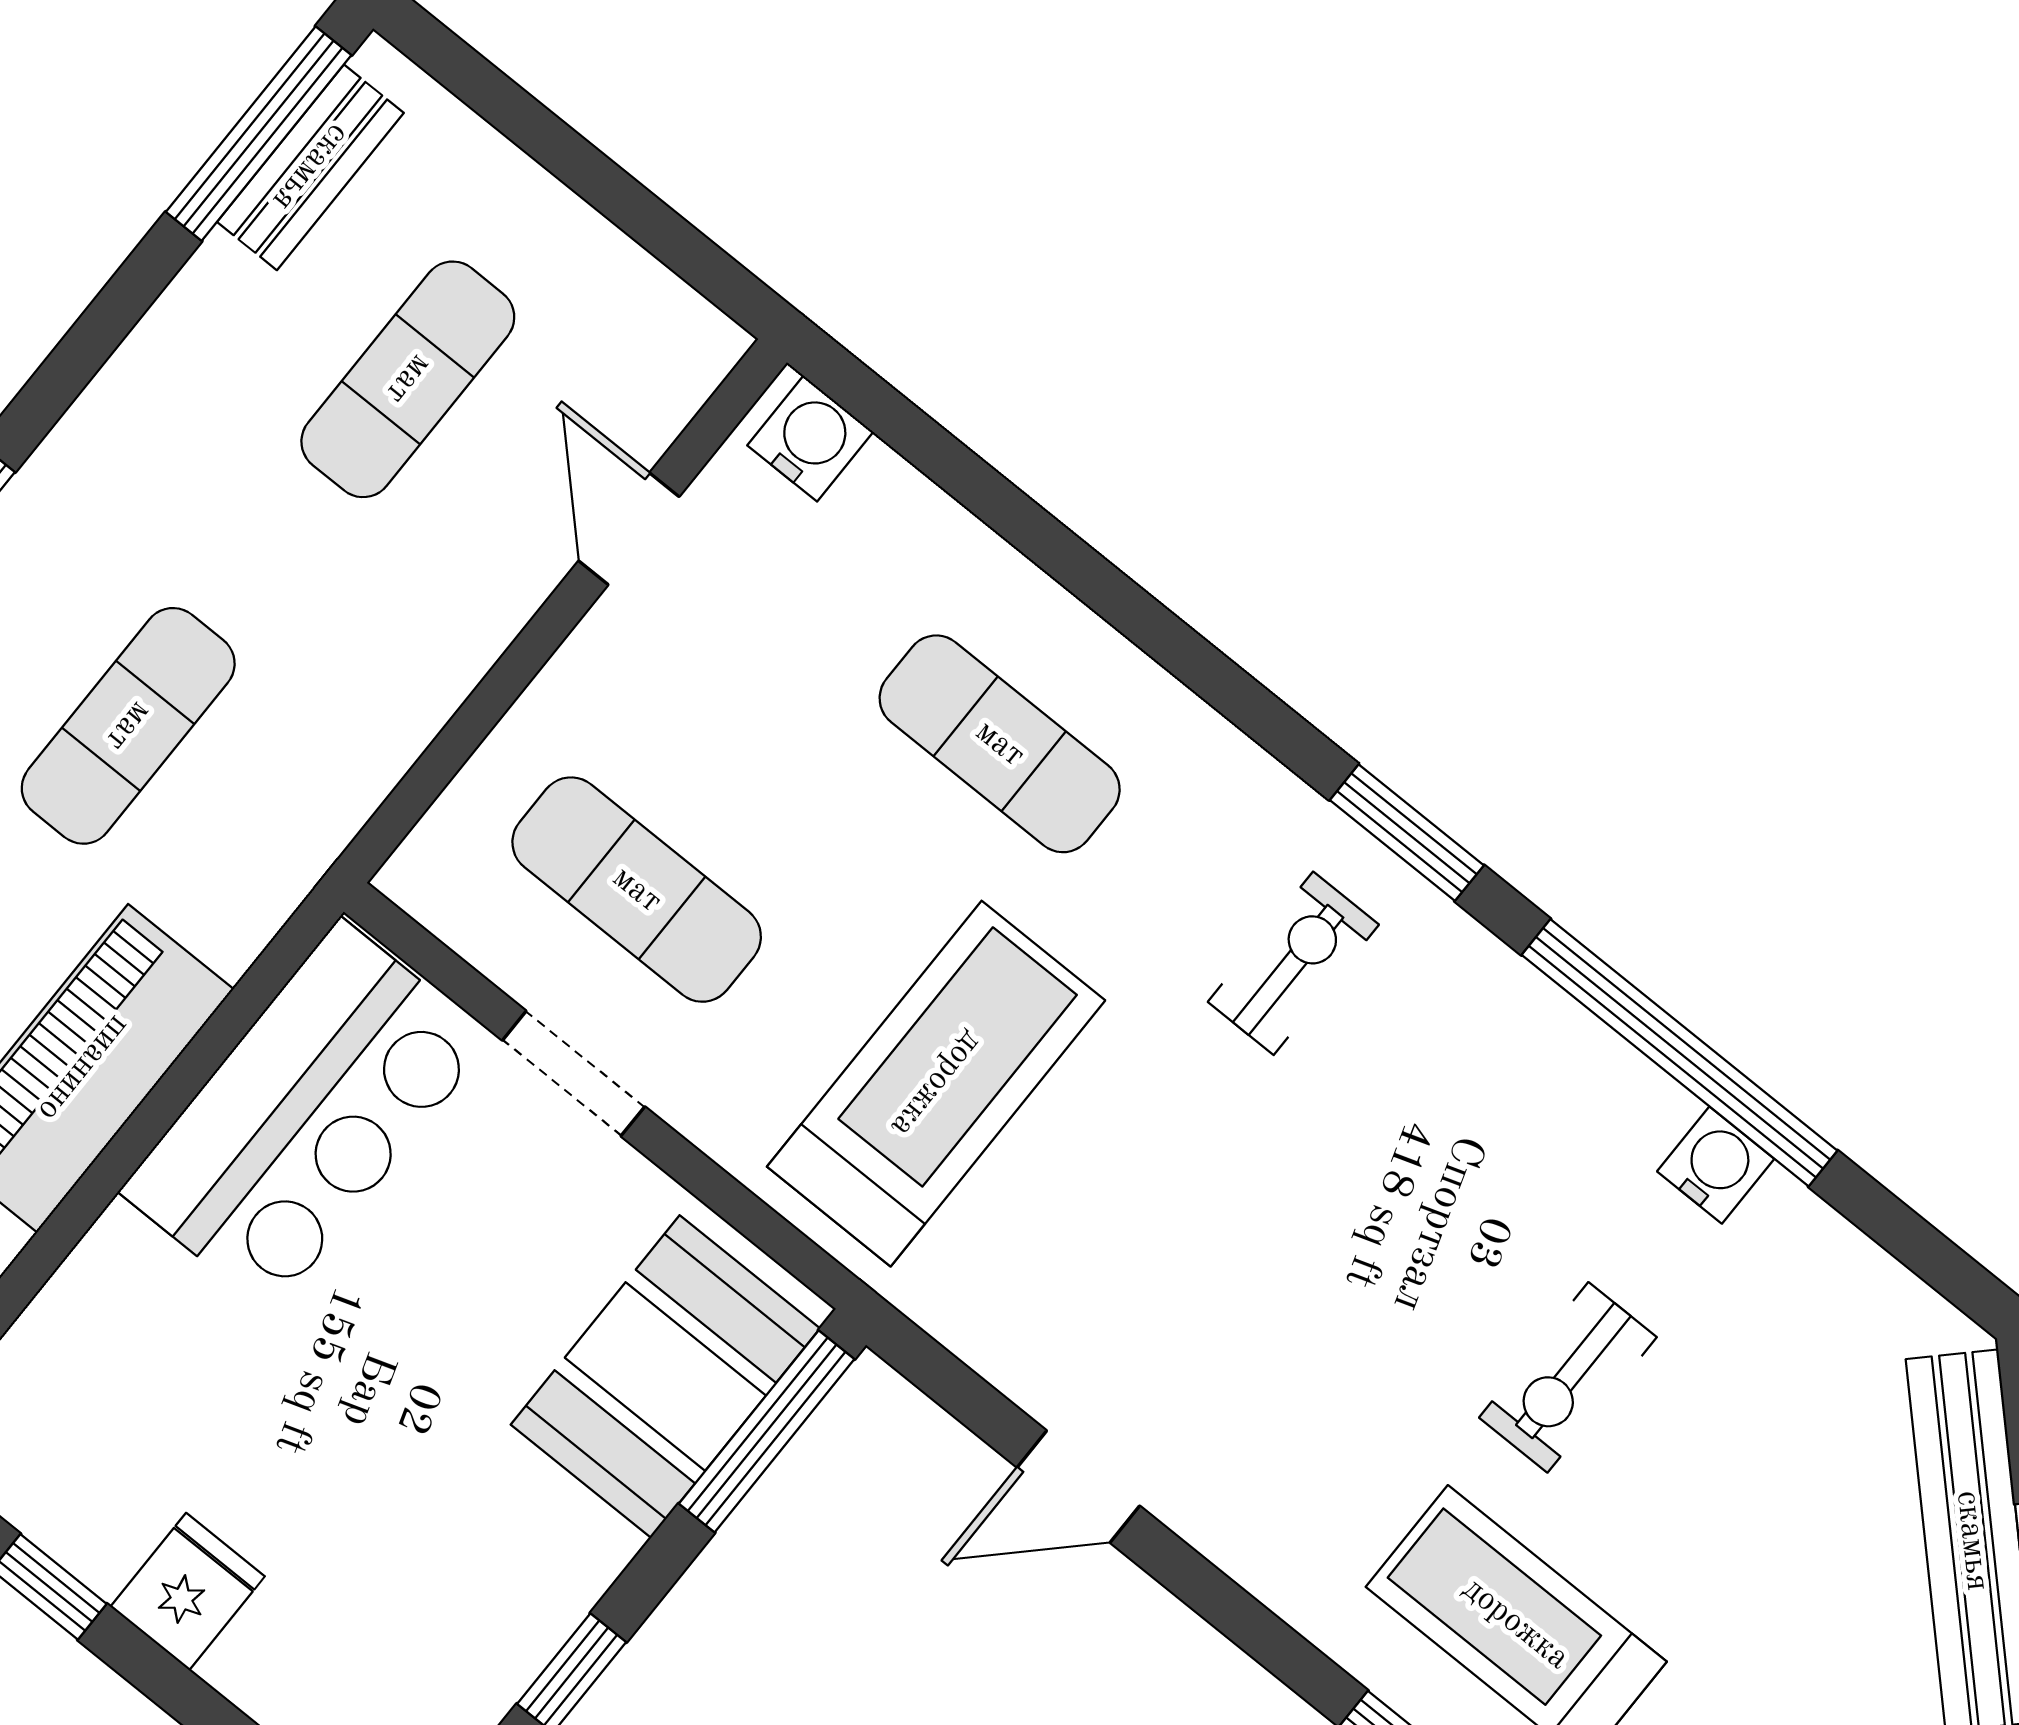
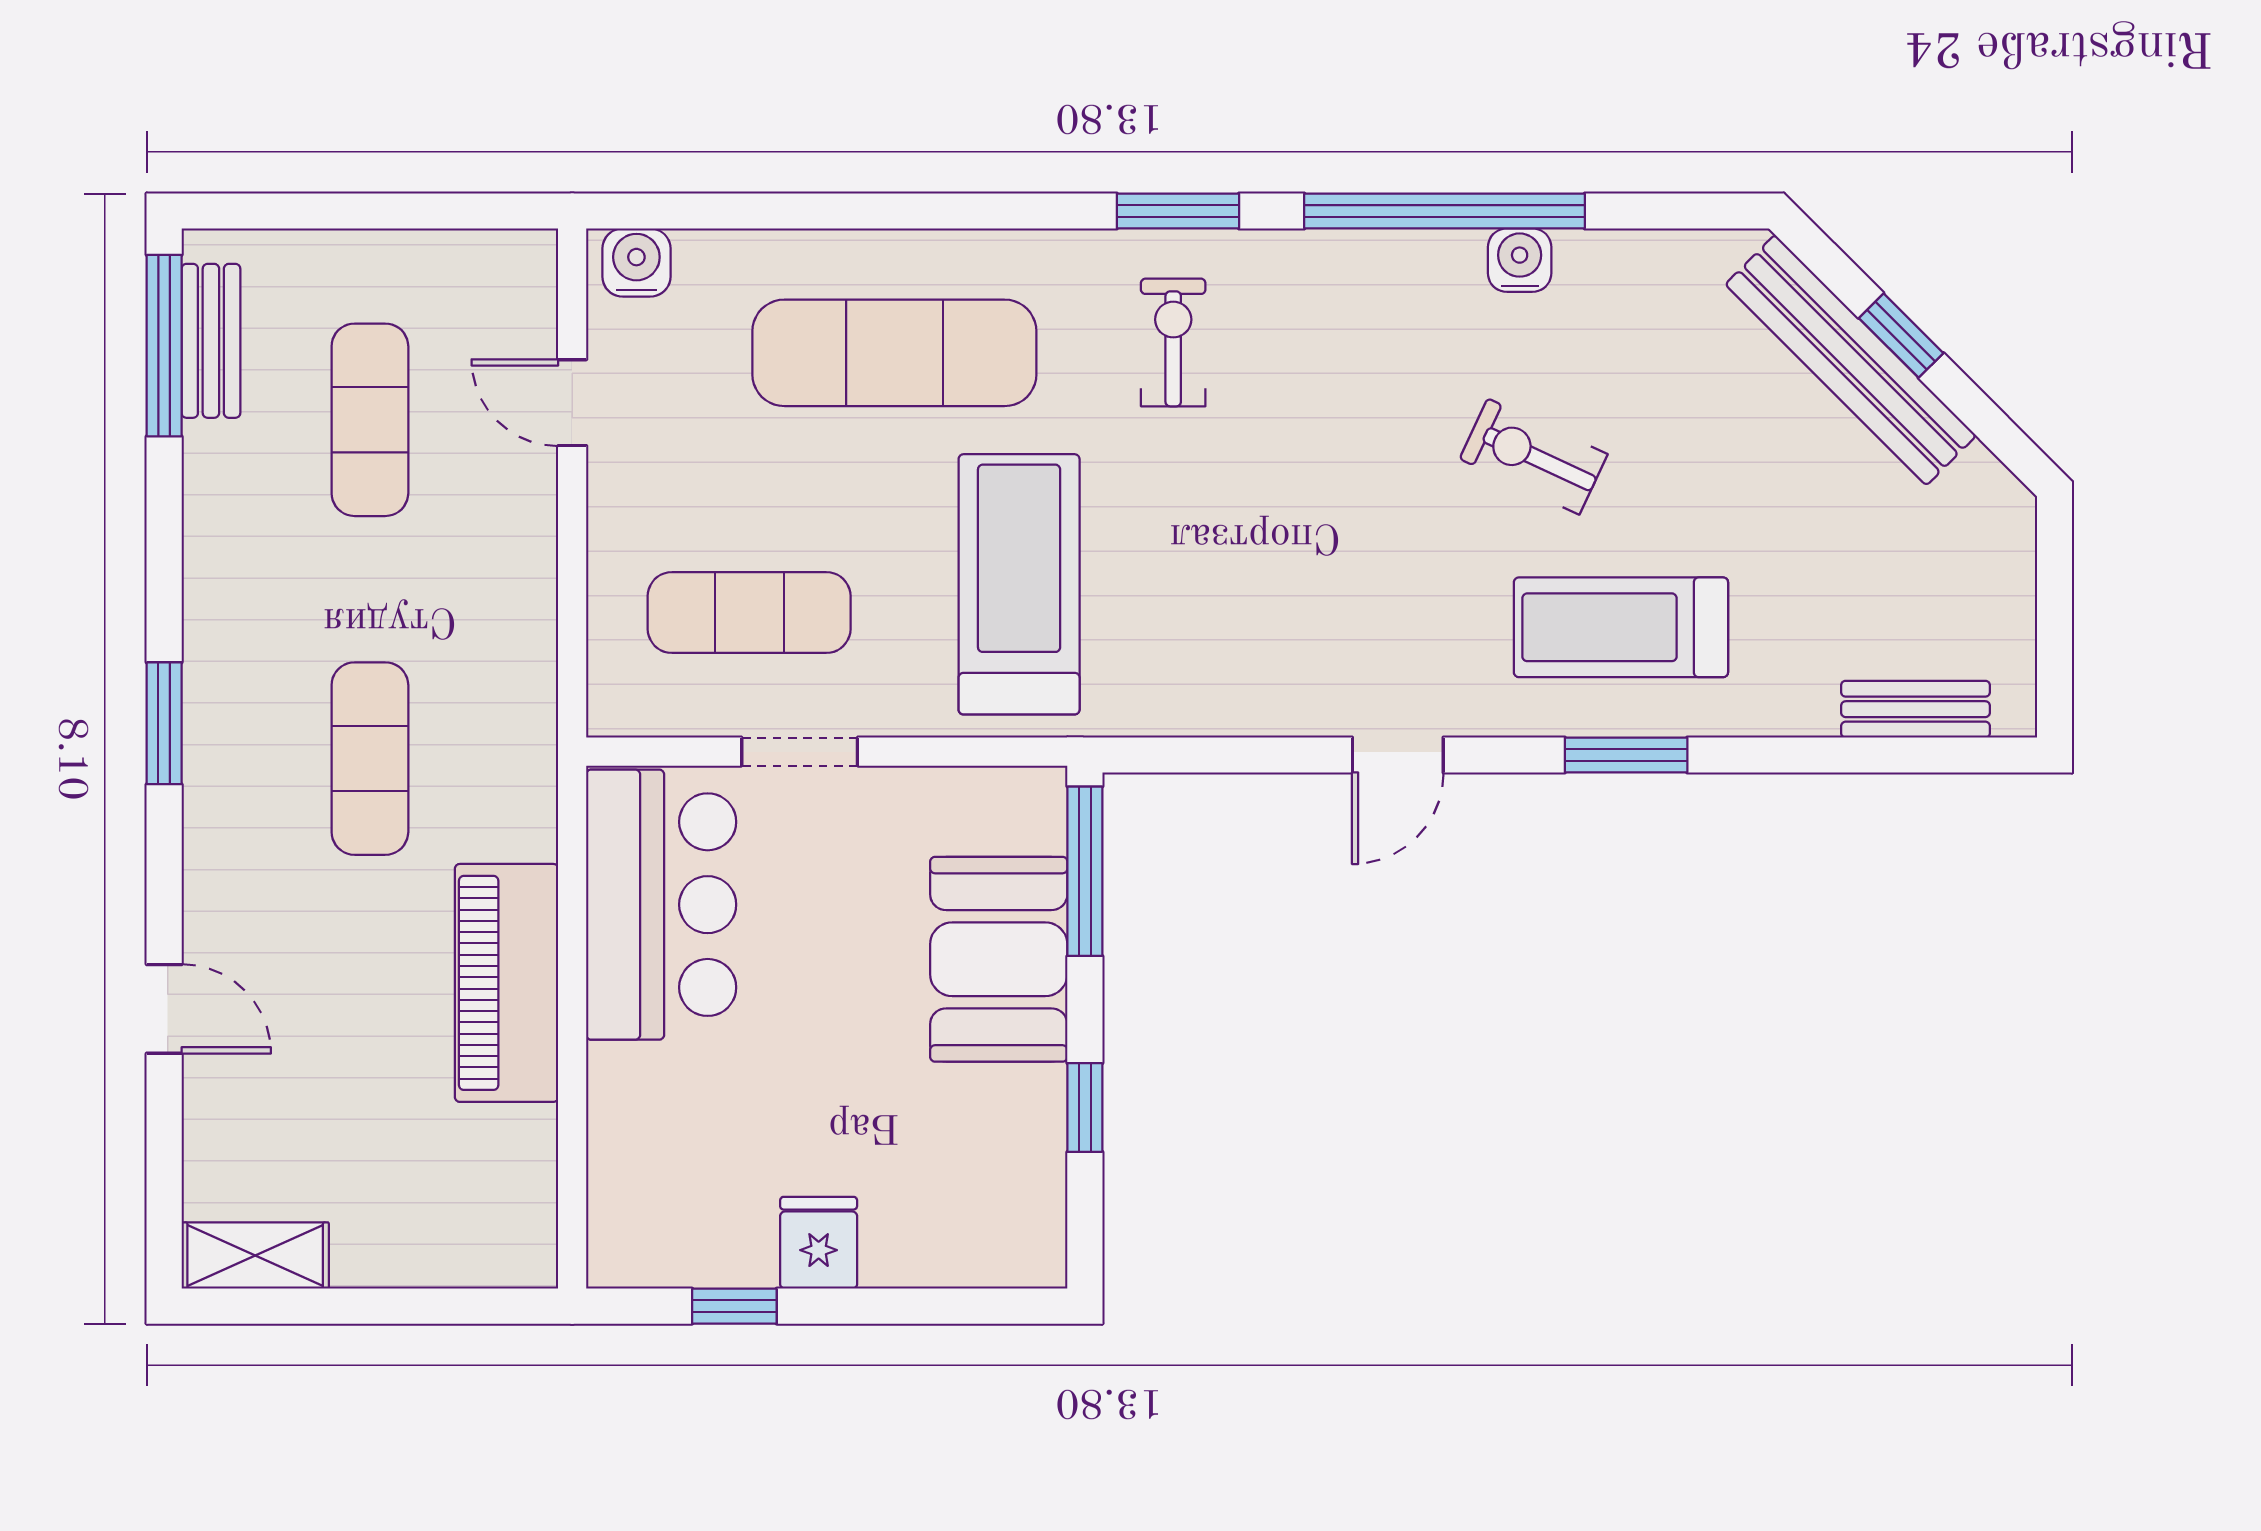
exercise mat: (1000, 744) -> (894, 353), width x1.36, depth x1.45
booth: (665, 1377) -> (999, 959), moved
exercise bike: (1568, 1377) -> (1534, 456), turned 115
door: (1078, 1487) -> (1398, 755), moved

